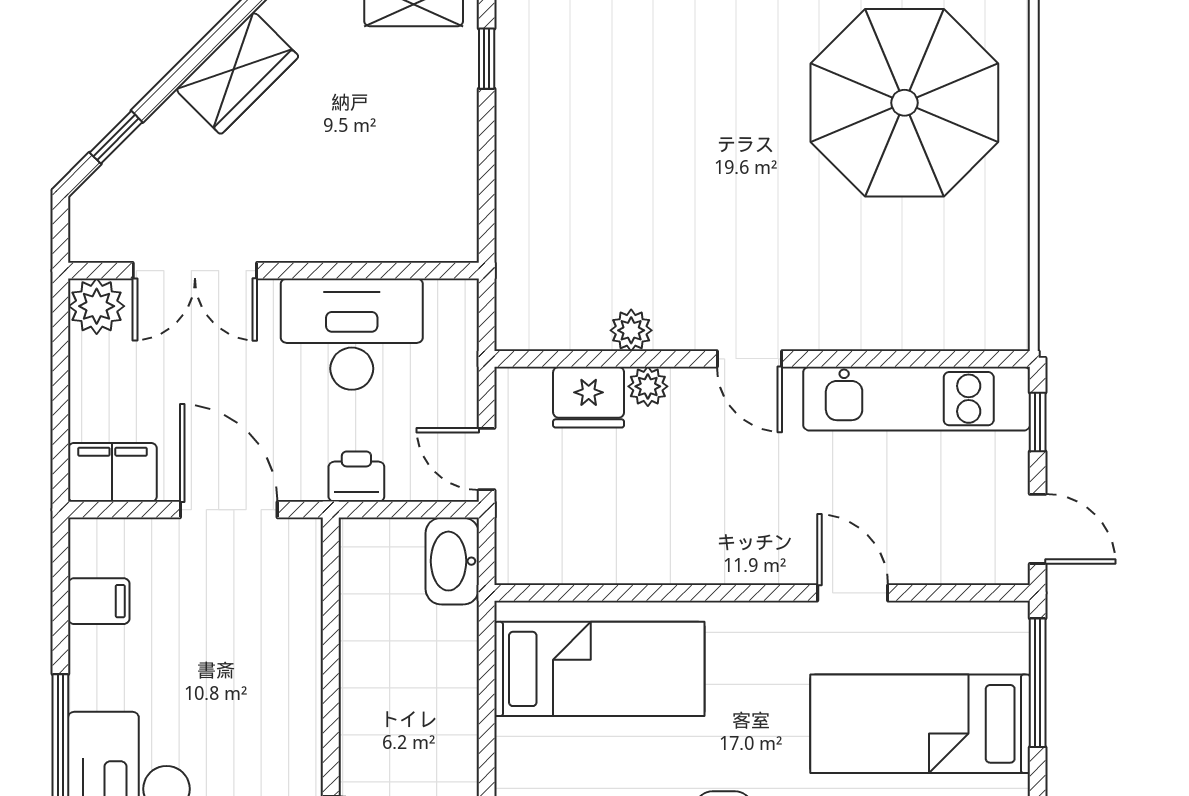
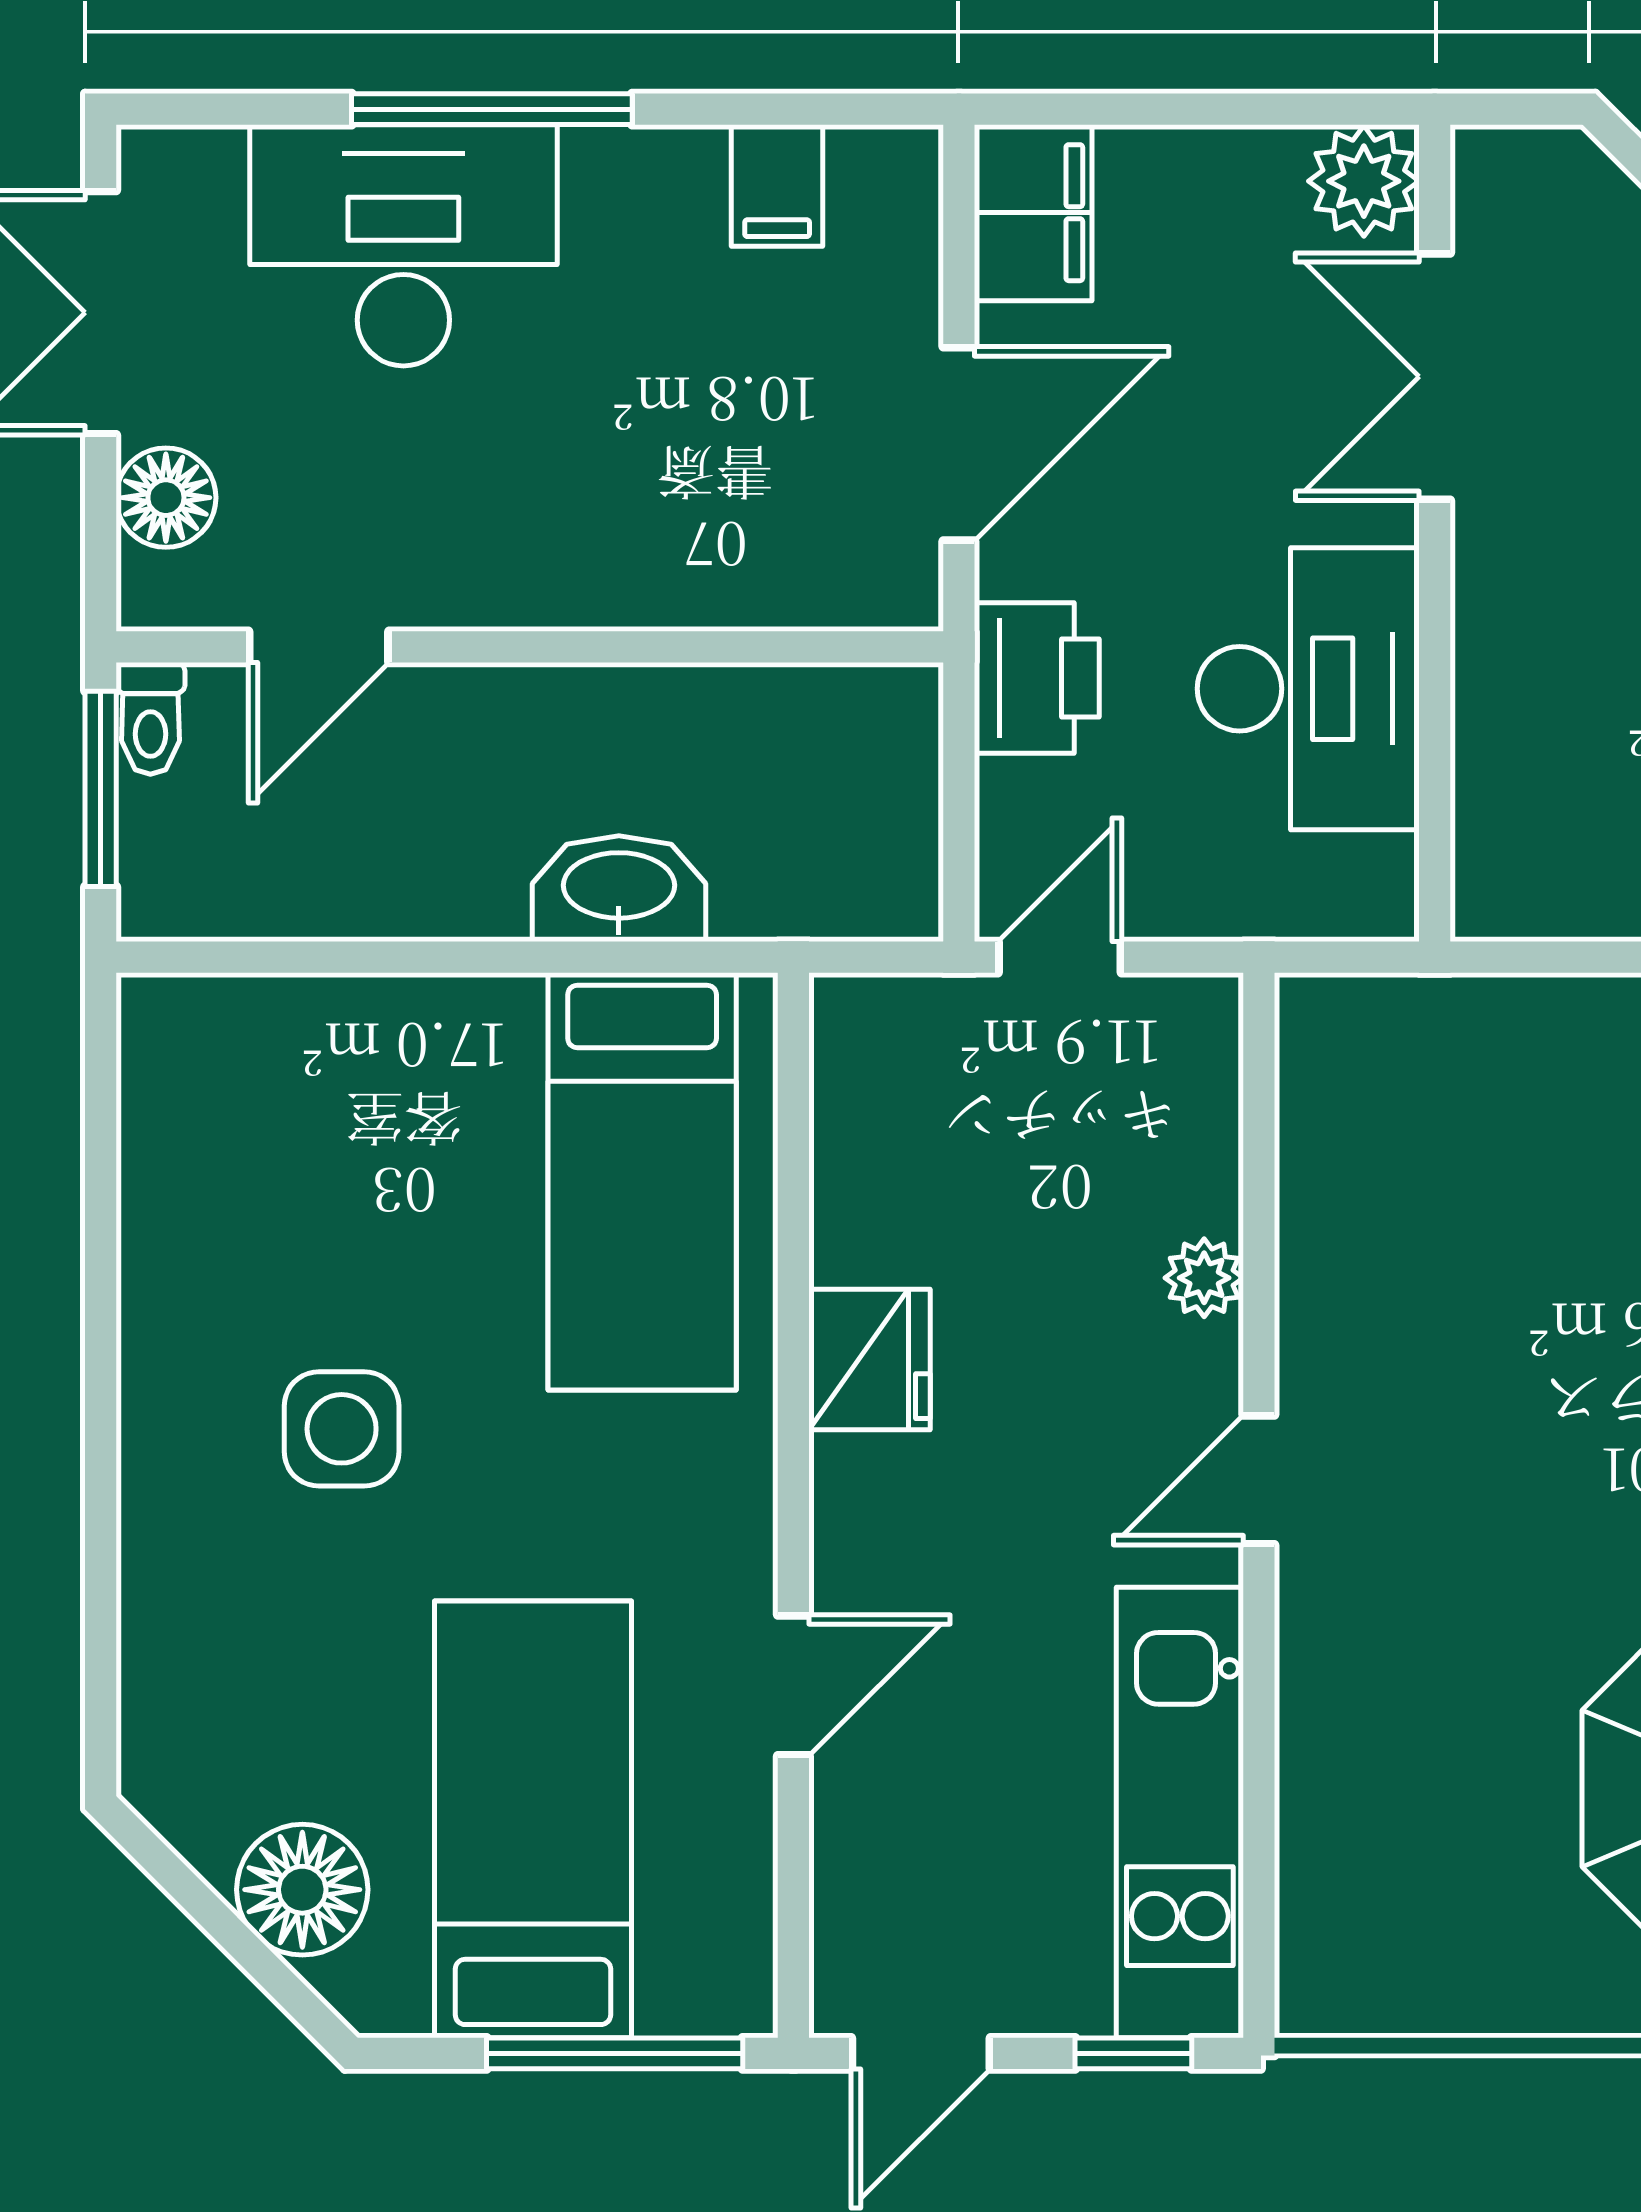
plant: (631, 330) -> (1316, 1245), removed
fridge: (589, 397) -> (870, 1360), moved, turned 180
printer: (356, 477) -> (1037, 678), width x1.36, depth x1.24
washbasin: (452, 561) -> (619, 889), moved

